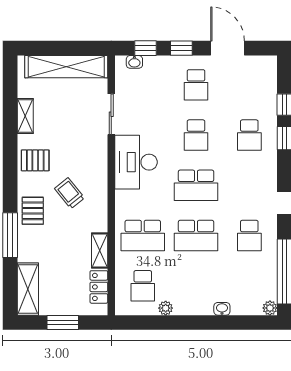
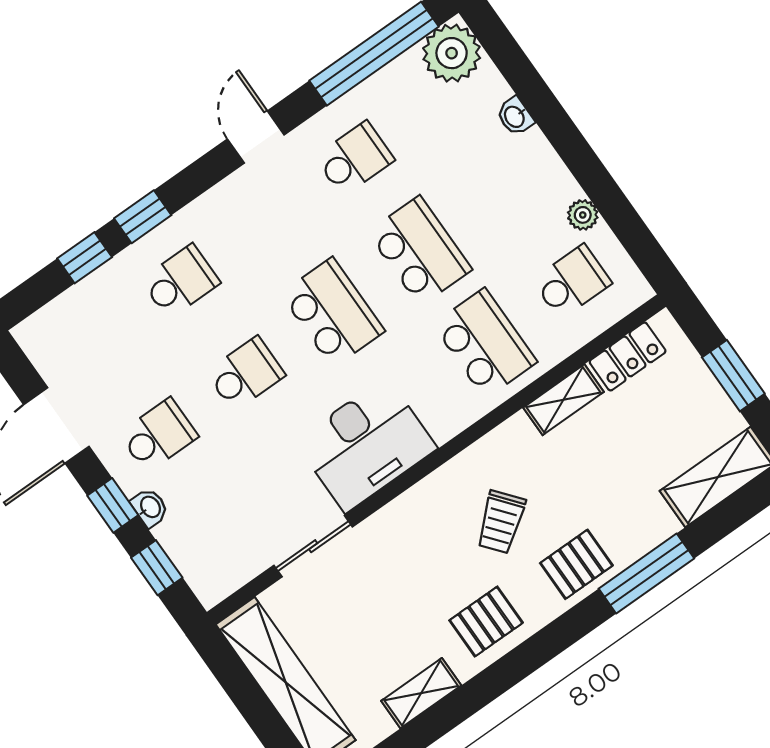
washbasin: (134, 62) -> (150, 507), moved
pallet: (35, 160) -> (486, 622), turned 90
plant: (270, 308) -> (452, 53), width x1.87, depth x1.87

